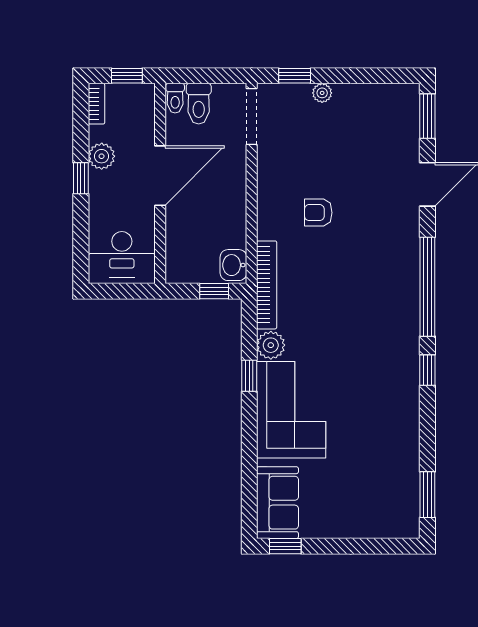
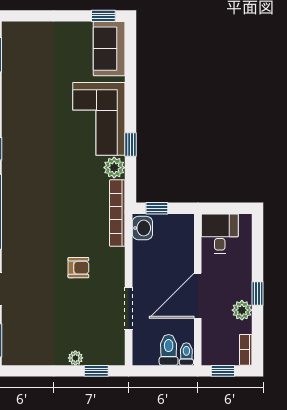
doorway: (252, 117) -> (129, 308), moved
desk: (122, 258) -> (220, 234), width x0.73

